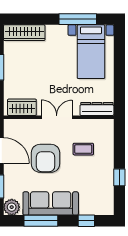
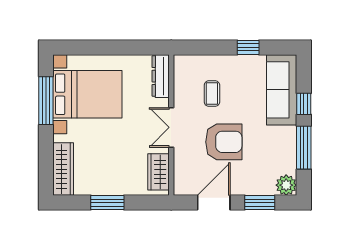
bed with nightstands: (91, 52) -> (87, 94), width x1.36
sofa: (51, 203) -> (282, 90), moved
window: (86, 221) -> (304, 104), moved

